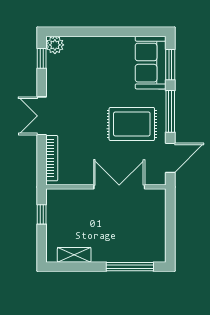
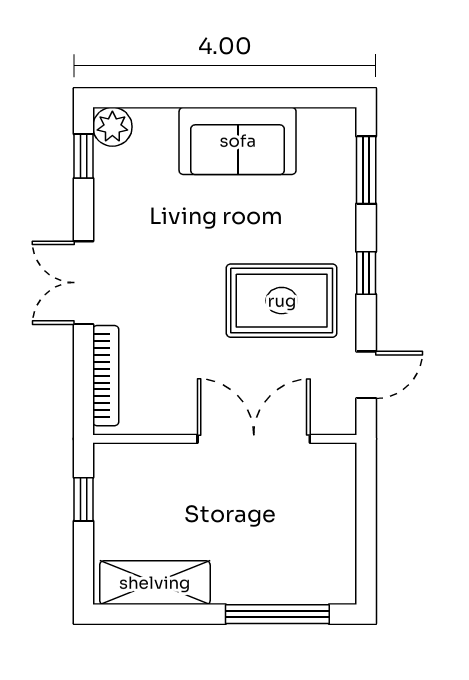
sofa: (151, 63) -> (238, 141), moved, turned -90
window: (170, 111) -> (366, 273), width x0.46
door: (170, 158) -> (366, 375), width x0.73
shelving: (74, 255) -> (155, 583), width x1.50, depth x1.33

